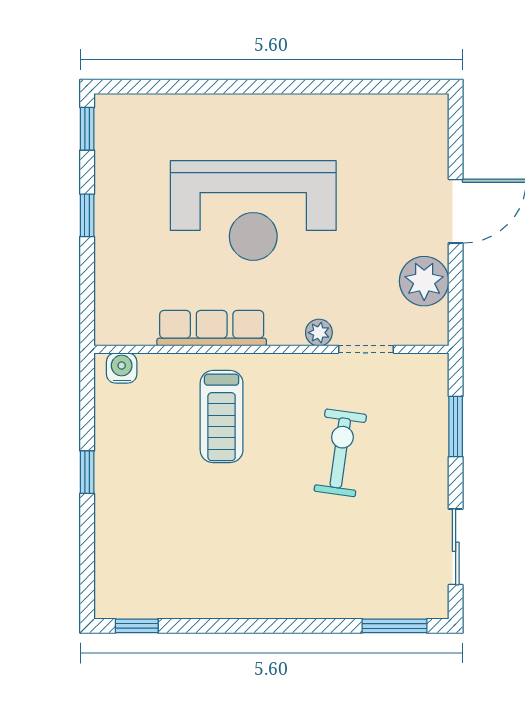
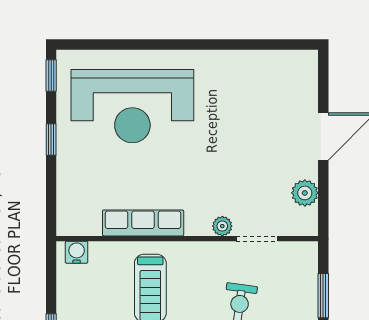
reception desk: (253, 211) -> (132, 106), moved
plant: (424, 281) -> (305, 193), width x0.73, depth x0.73

